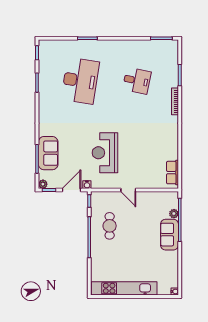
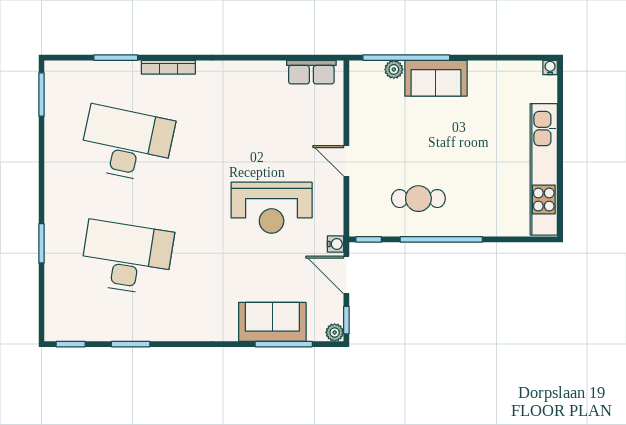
desk: (137, 81) -> (127, 144), width x1.87, depth x1.30
door: (128, 190) -> (346, 161), swing flipped

